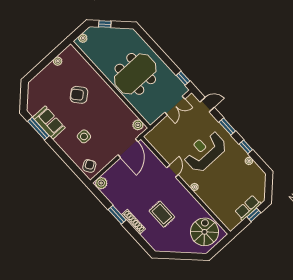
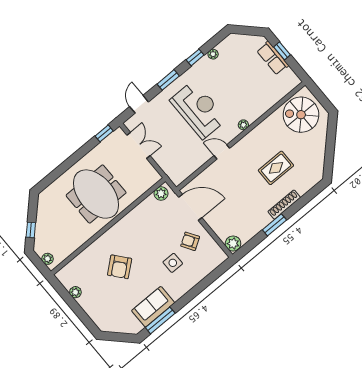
reception desk: (205, 151) -> (198, 110), turned 180
armchair: (89, 166) -> (190, 241), moved

